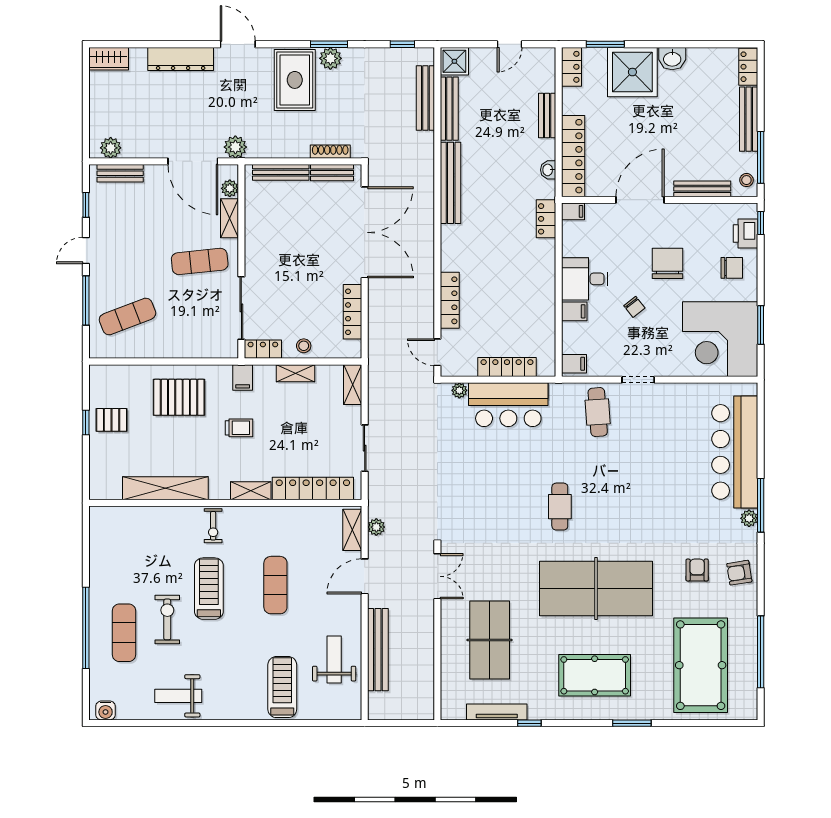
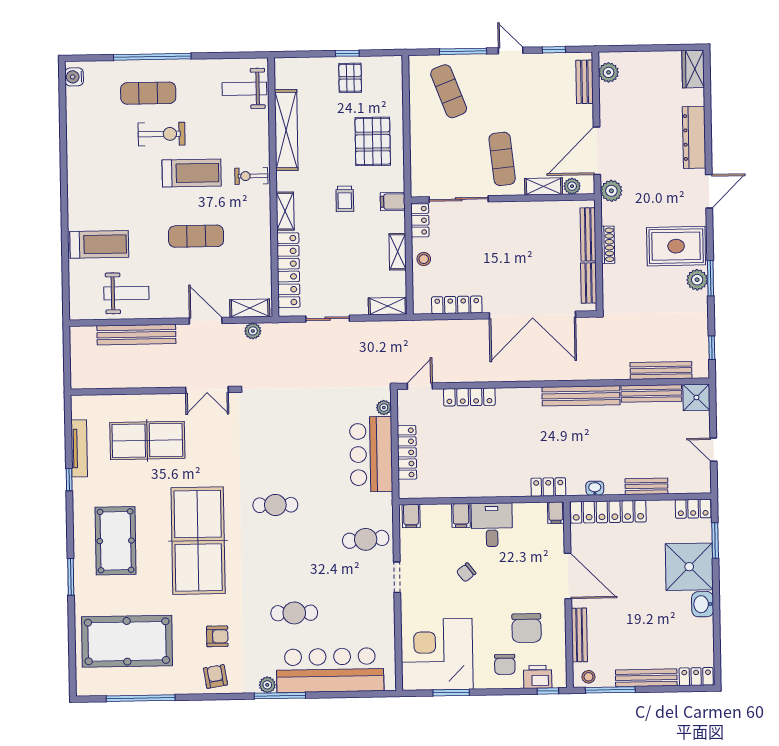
shoe rack: (330, 152) -> (608, 245), moved
chair: (668, 263) -> (527, 628), moved, turned 90
cafe table: (674, 489) -> (294, 613), added
weight bench: (178, 696) -> (244, 89), moved, turned -90

